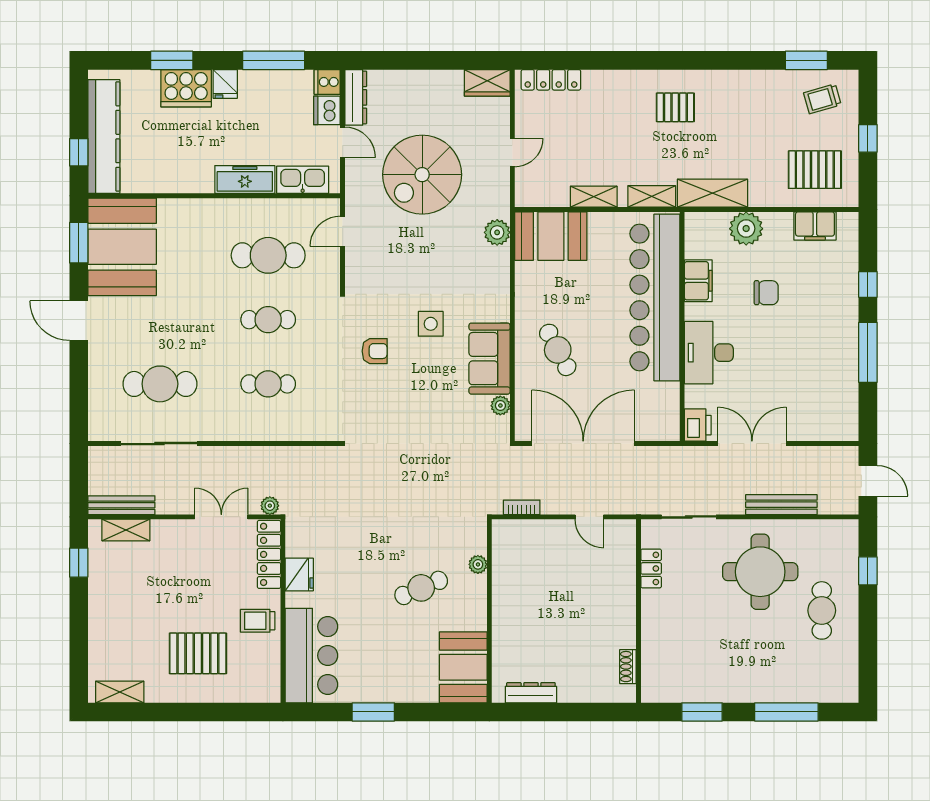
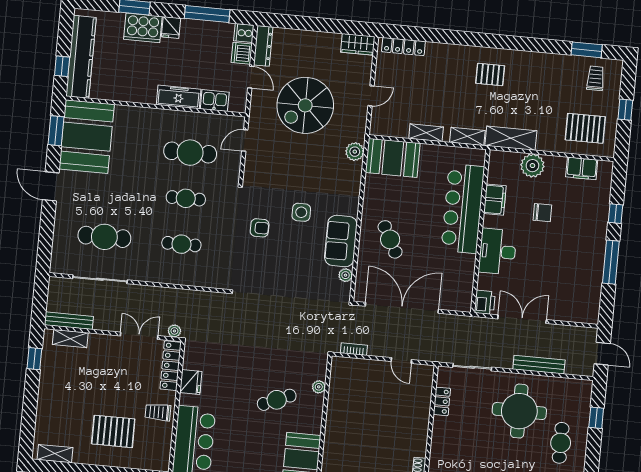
trolley: (822, 99) -> (596, 78), turned 106
kitchen sink: (303, 180) -> (215, 101), width x0.73
bar counter: (655, 297) -> (463, 209), width x0.73

